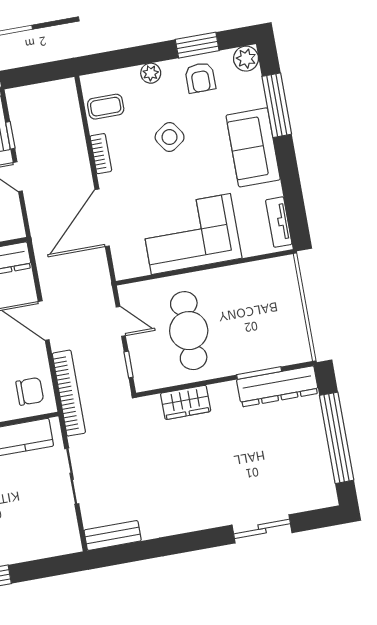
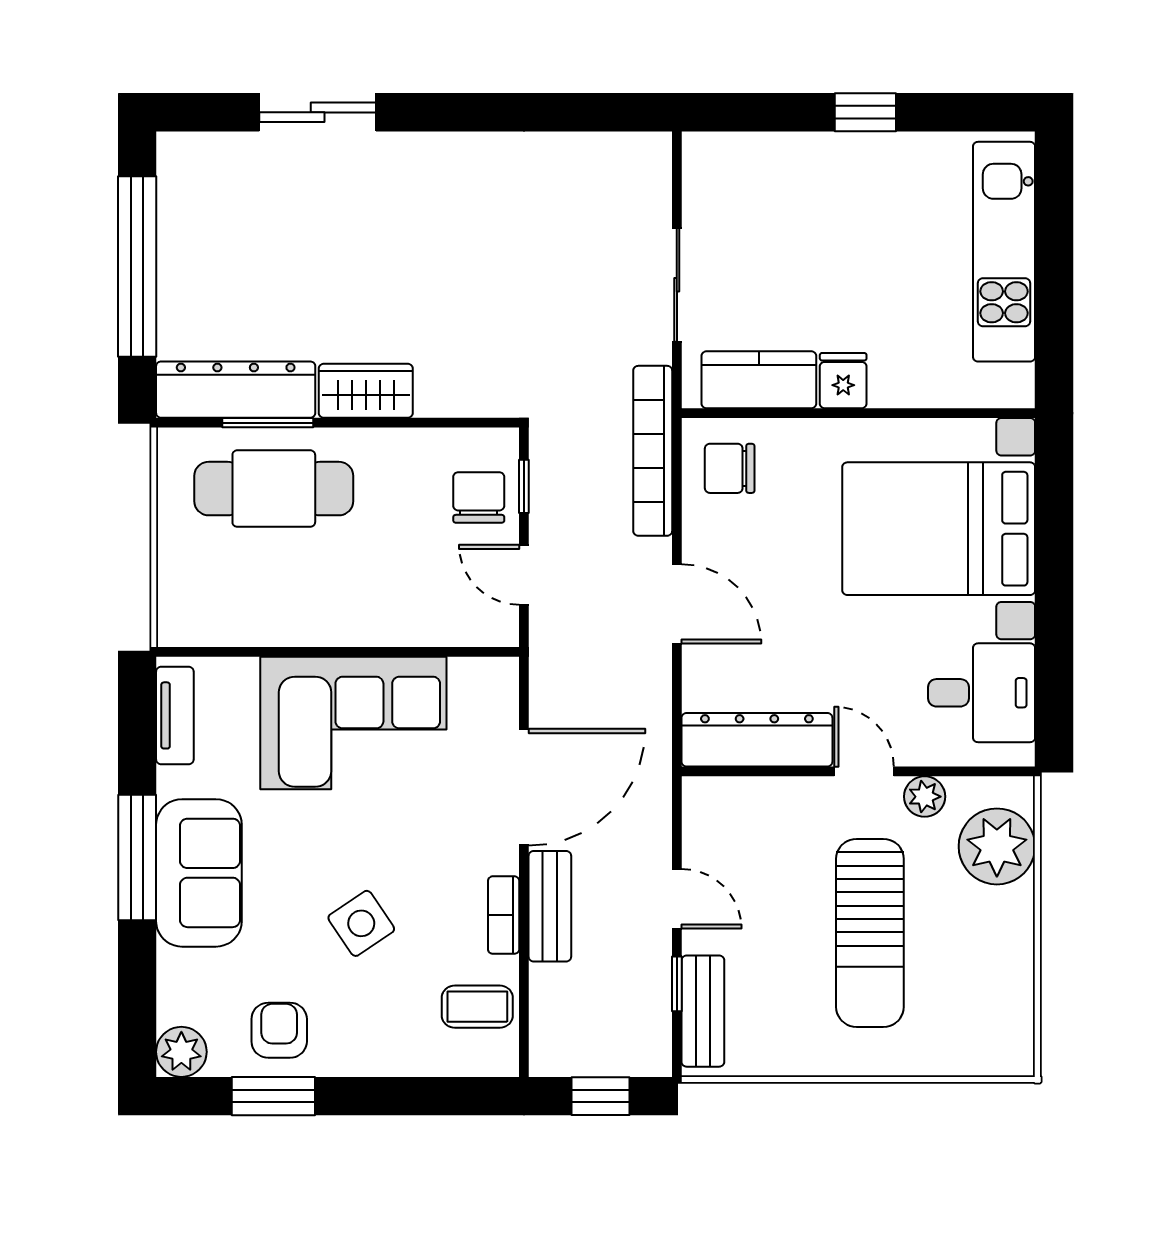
plant: (151, 73) -> (376, 1057), removed
window: (38, 74) -> (601, 1096), added
window: (277, 105) -> (137, 858), moved
cafe table: (189, 331) -> (274, 489), moved, turned 90
chair: (150, 355) -> (479, 497), added
wardrobe: (186, 402) -> (366, 391), moved
bench: (113, 535) -> (550, 906), moved, turned 90

